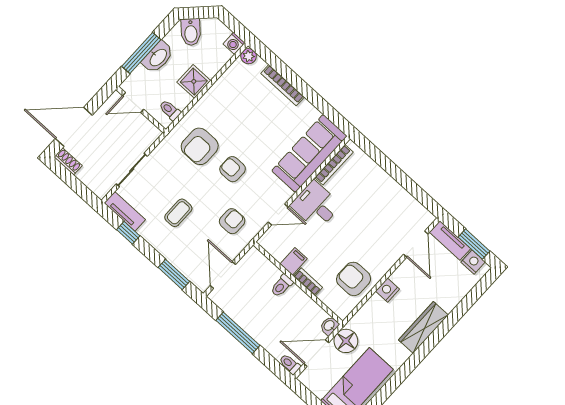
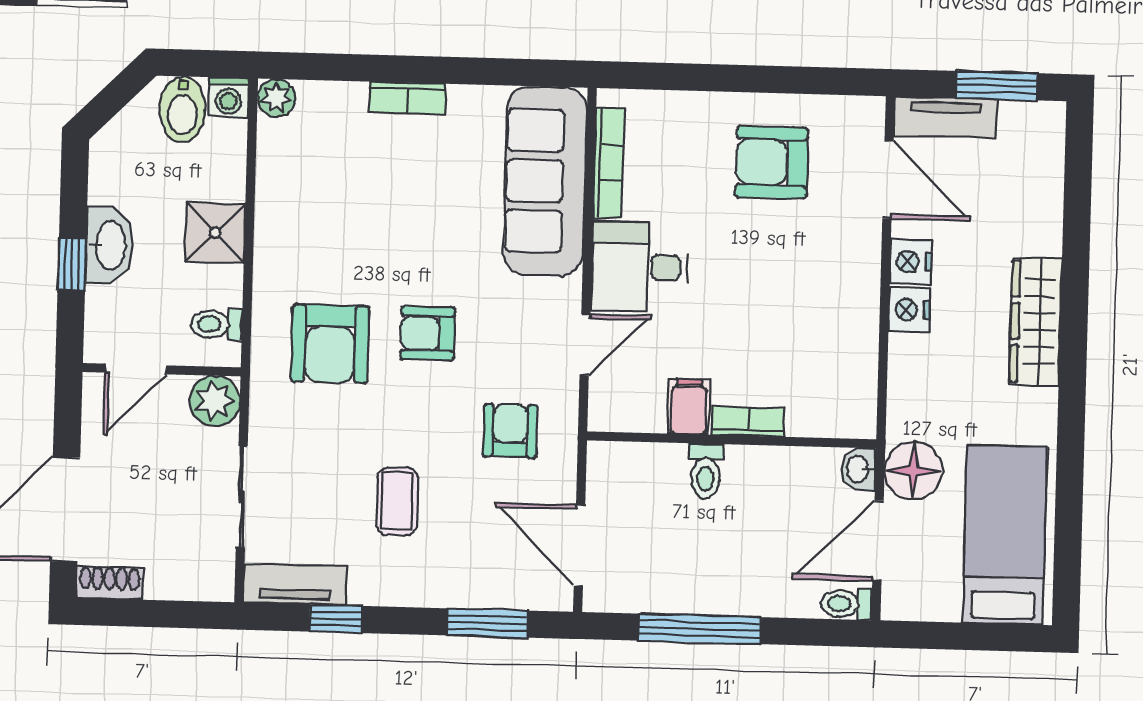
bidet: (191, 32) -> (183, 109), moved, turned 45
window: (141, 53) -> (72, 264), width x0.46
bookcase: (283, 85) -> (407, 98), width x0.64
plant: (149, 133) -> (215, 401), added
nightstand: (473, 262) -> (911, 262), moved, turned -90
armchair: (354, 279) -> (772, 162), moved

